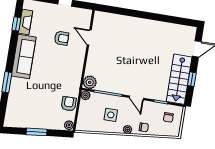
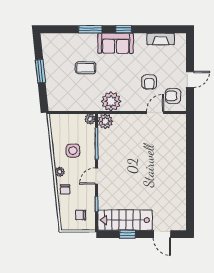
window: (16, 24) -> (124, 29), moved
sofa: (24, 57) -> (116, 43), width x0.73
coffee table: (40, 92) -> (86, 68), added
armchair: (69, 104) -> (173, 96), moved, turned 180
plant: (69, 125) -> (111, 101), moved, width x1.87, depth x1.87

